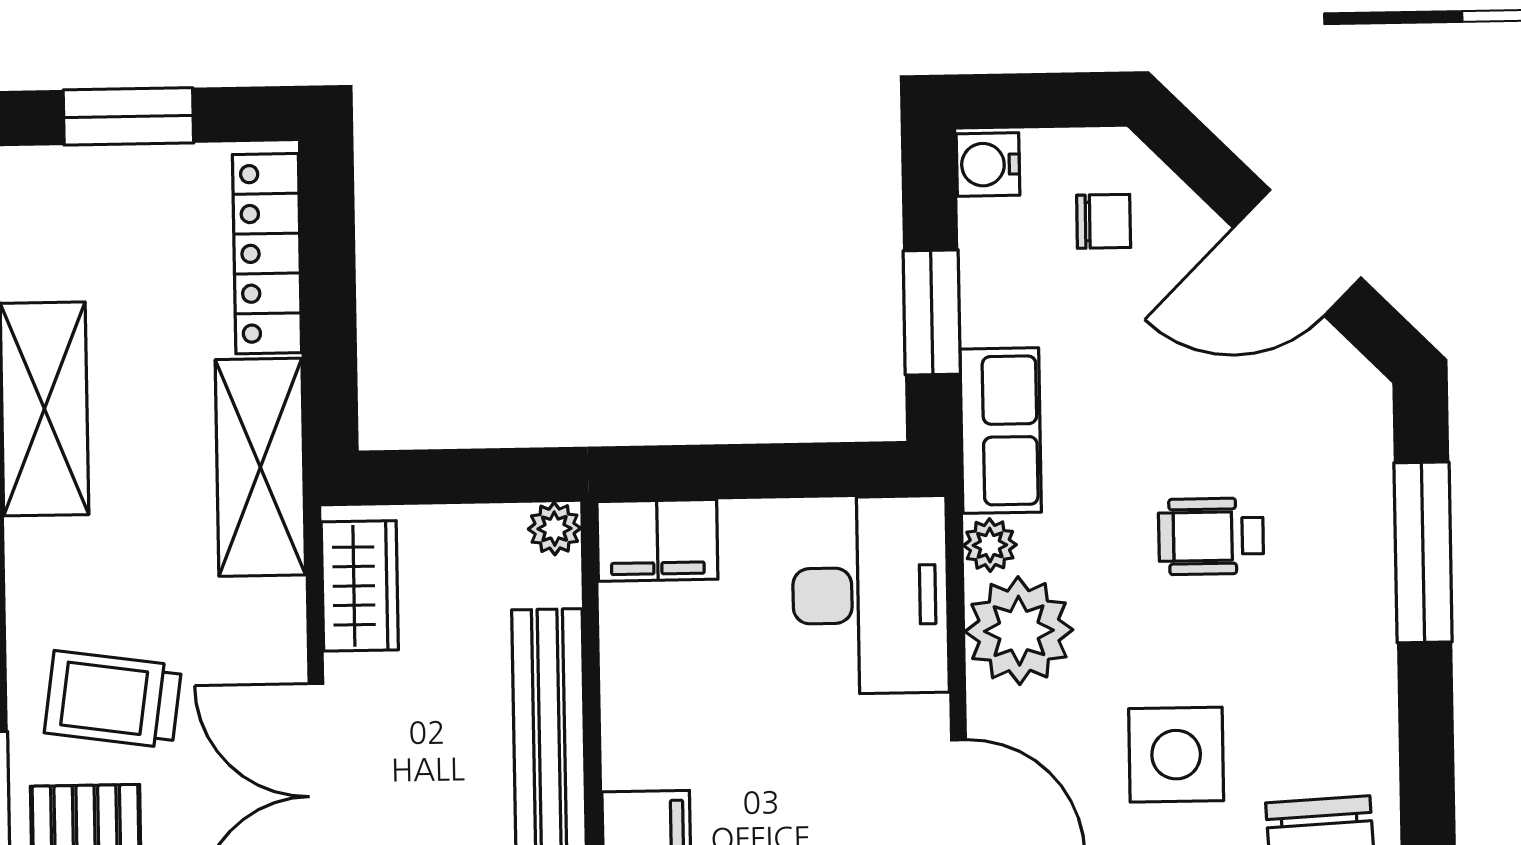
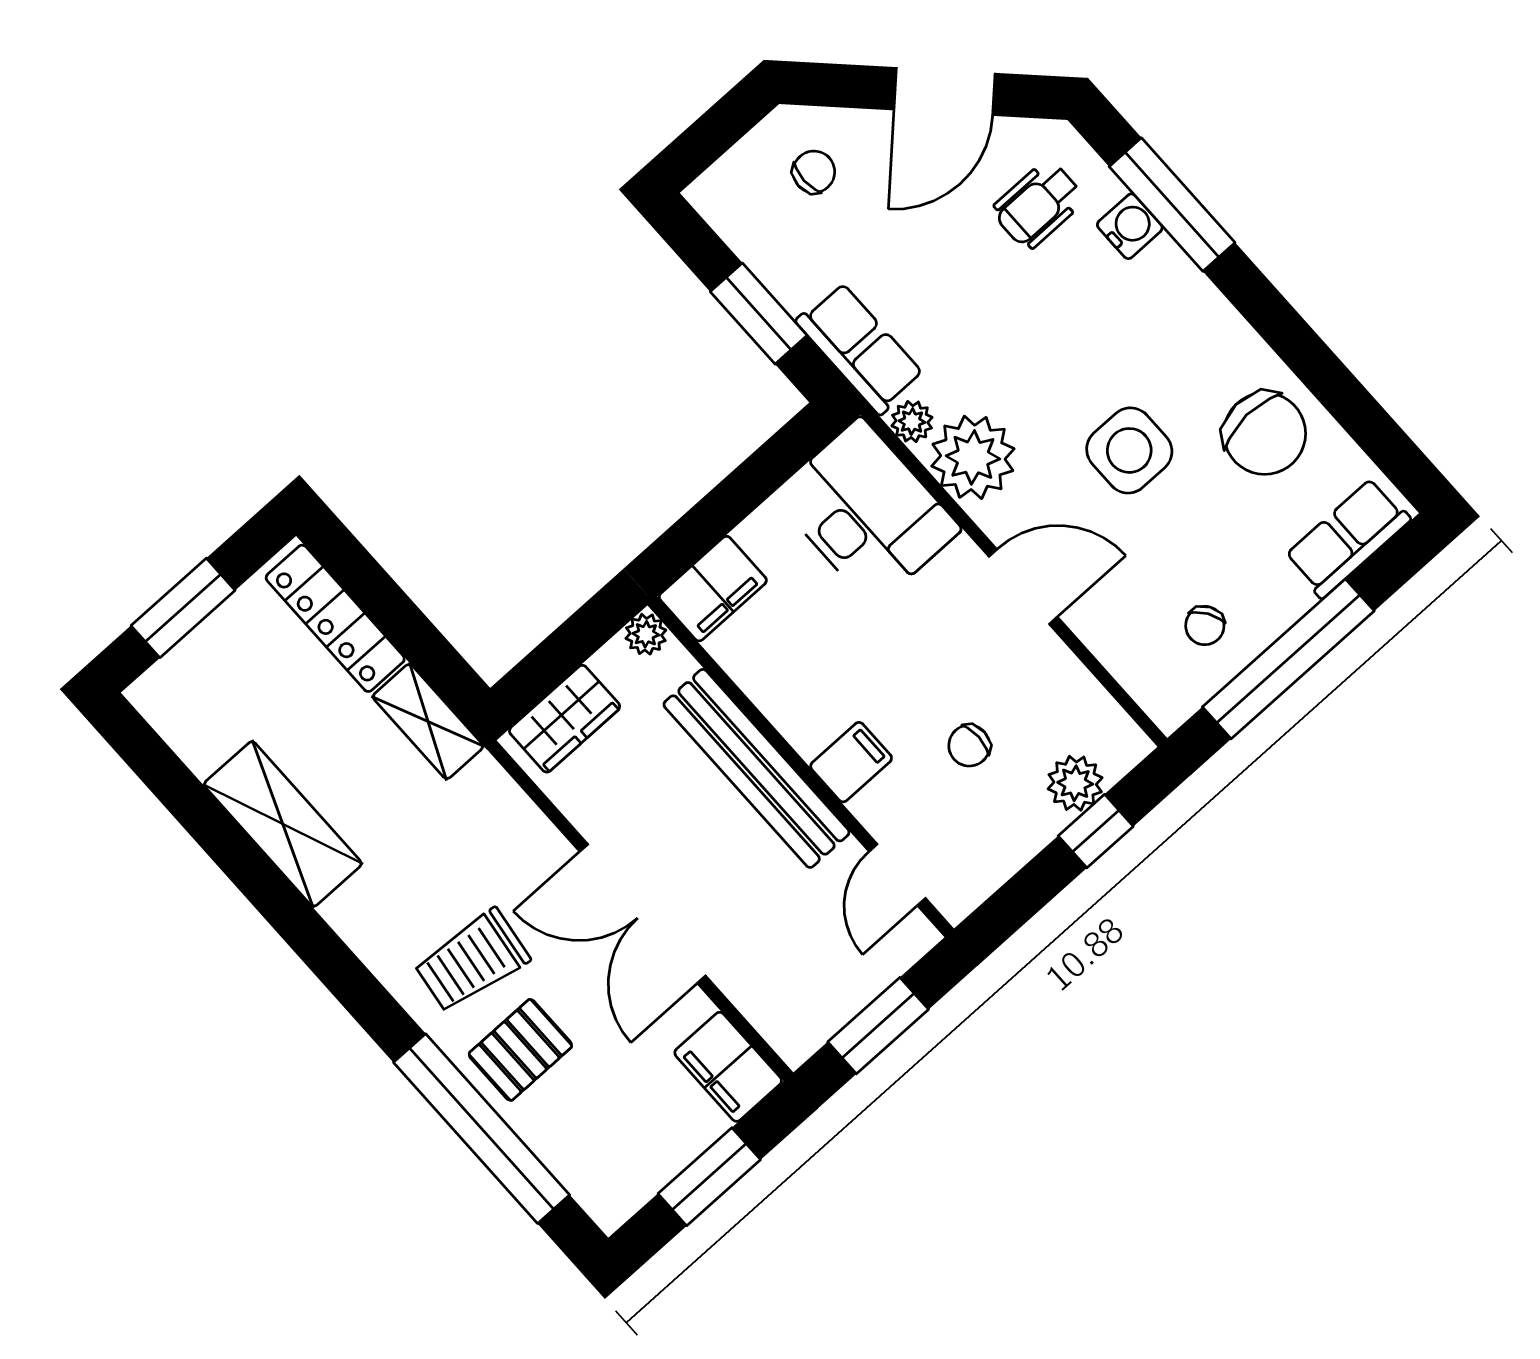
water cooler: (988, 165) -> (1130, 226), moved, turned 180
shelving: (260, 467) -> (428, 721), width x0.67, depth x0.75
wheelchair: (1211, 536) -> (1038, 205), moved
wardrobe: (360, 586) -> (565, 719), moved, turned 90

